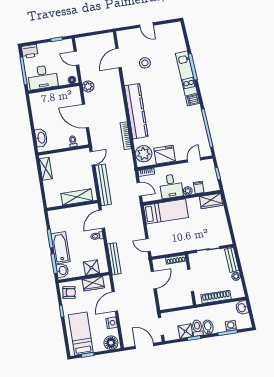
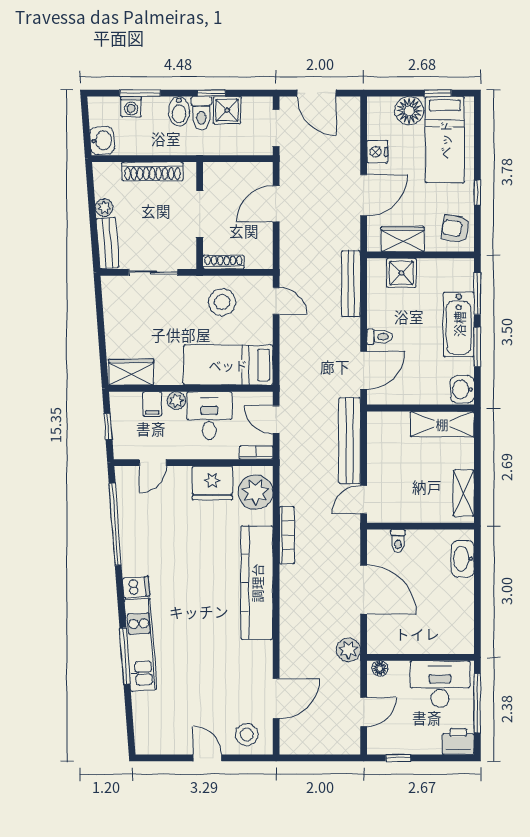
door: (76, 58) -> (364, 712), hinge flipped
stool: (145, 63) -> (247, 735), moved
shelving: (77, 197) -> (442, 424), moved
stool: (173, 241) -> (222, 302), added
washbasin: (62, 271) -> (462, 389), moved
door: (154, 280) -> (276, 204), moved
floor lamp: (111, 343) -> (409, 111), moved

